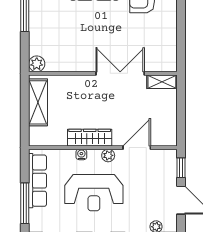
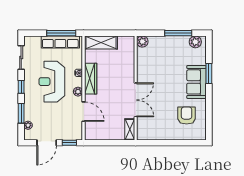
shelving: (38, 102) -> (101, 42), moved
window: (25, 203) -> (61, 33), moved

